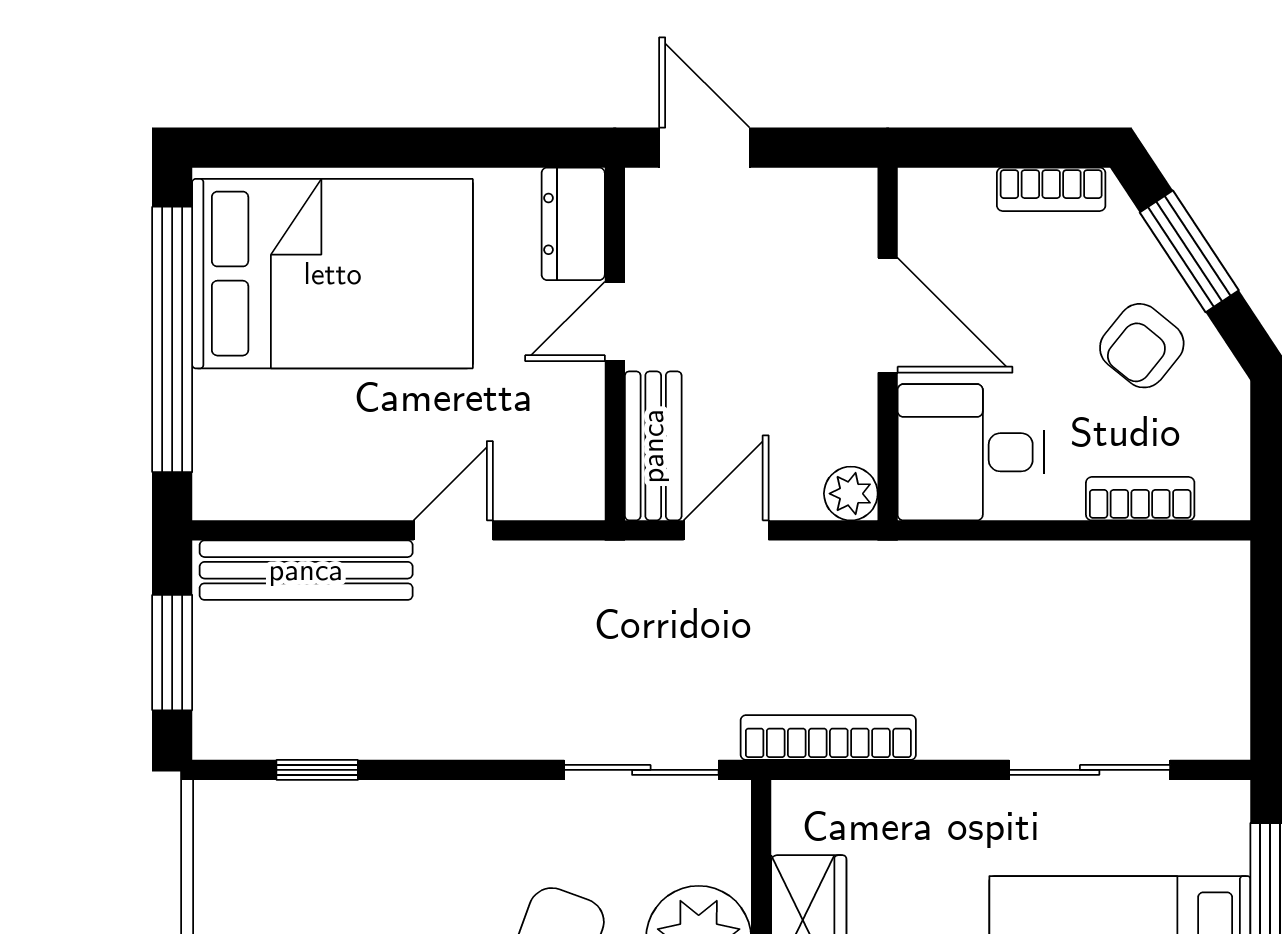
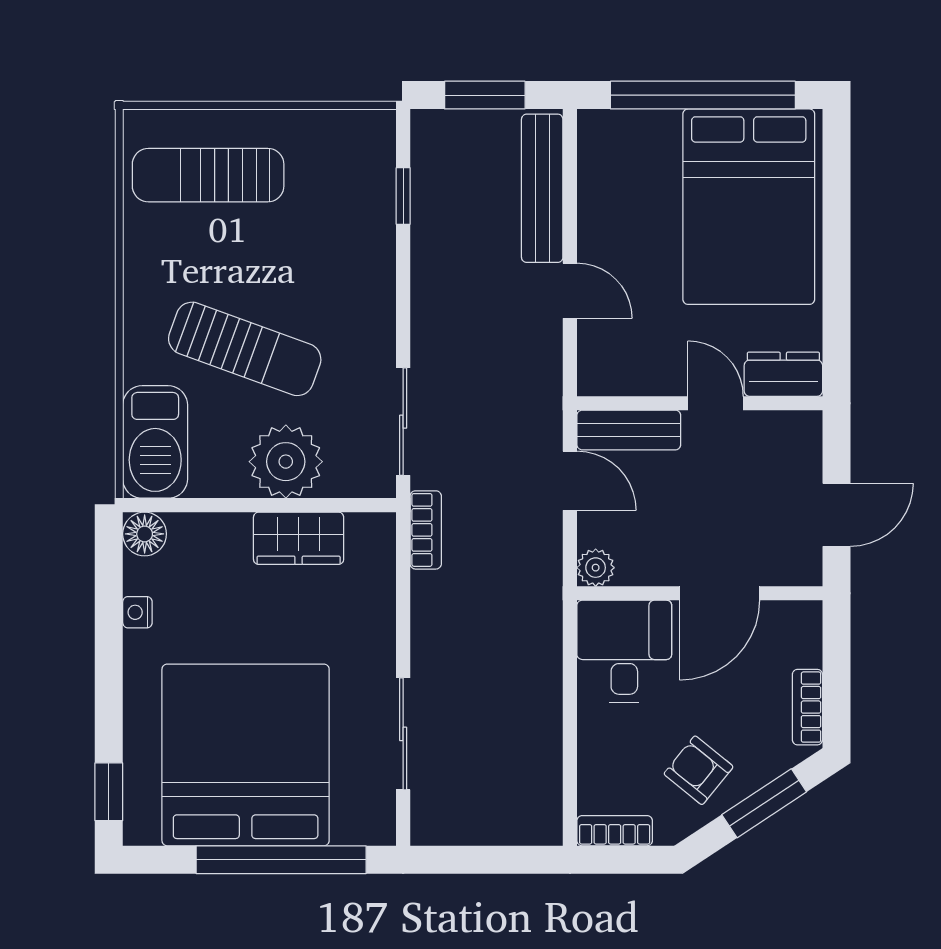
door: (704, 148) -> (836, 515), moved
bookcase: (1140, 499) -> (615, 831), moved, turned -90
bookcase: (828, 737) -> (426, 530), width x0.64

